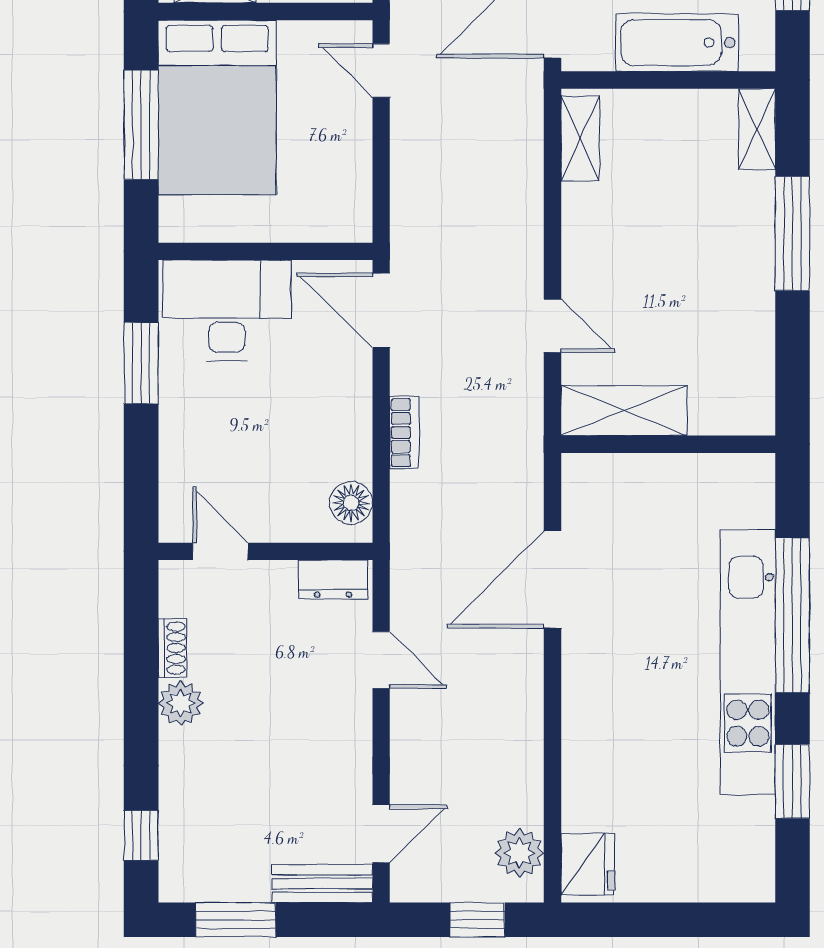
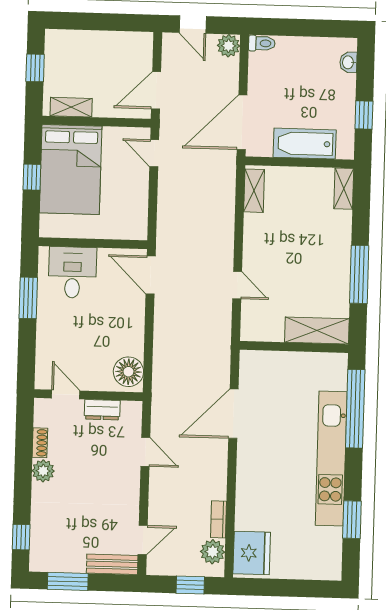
window: (141, 125) -> (32, 177), width x0.46
window: (792, 234) -> (359, 274), moved
desk: (227, 310) -> (72, 272), width x0.73
shelving: (624, 410) -> (317, 330), moved
bookcase: (404, 433) -> (219, 519), moved, turned 180
floor lamp: (351, 503) -> (128, 372), width x1.38, depth x1.38
dresser: (333, 579) -> (102, 410), moved
window: (792, 615) -> (355, 409), moved
fridge: (588, 864) -> (252, 553), width x1.36, depth x1.34

